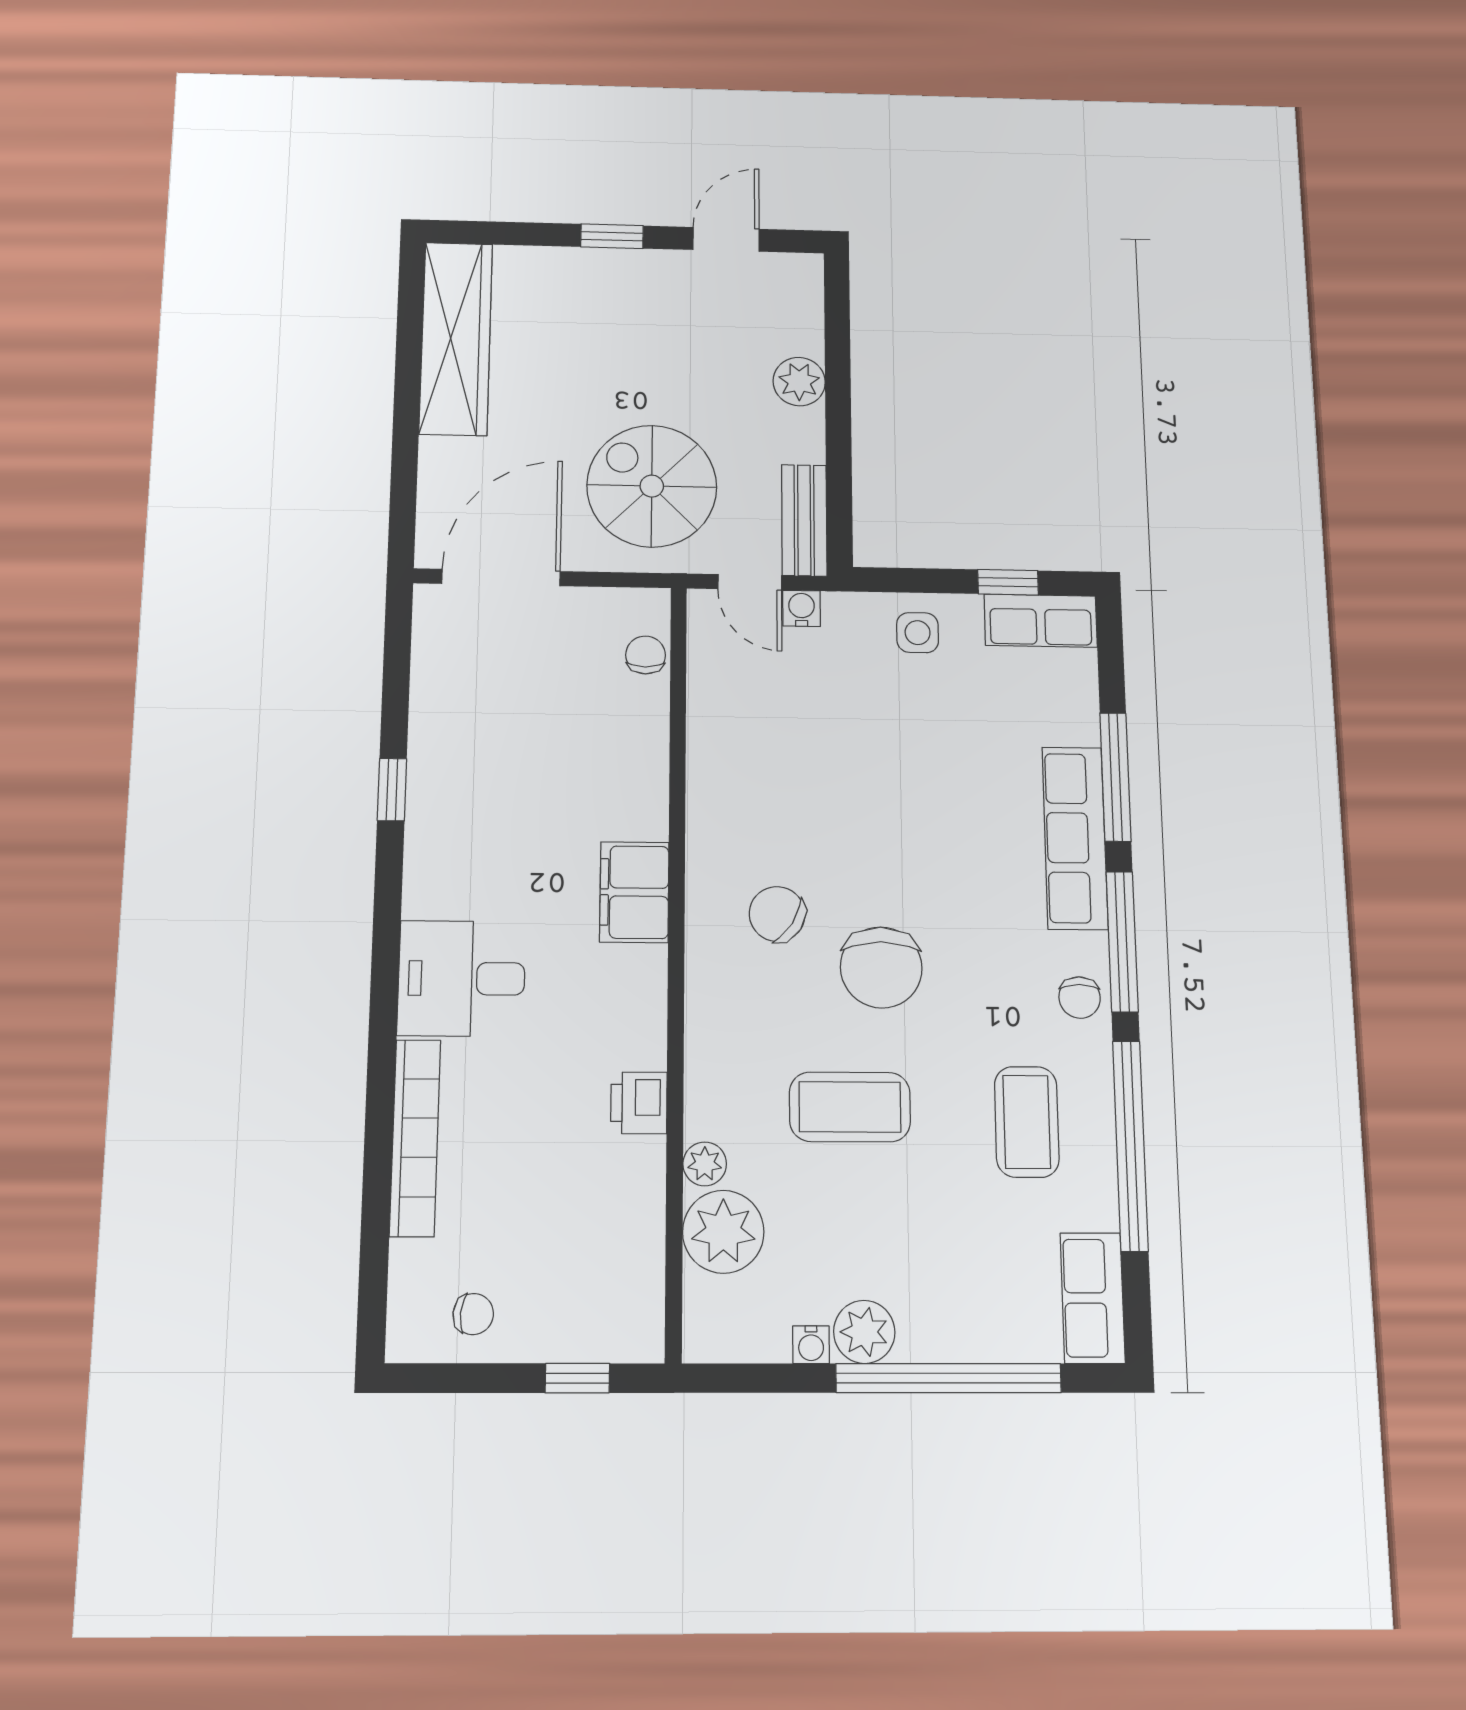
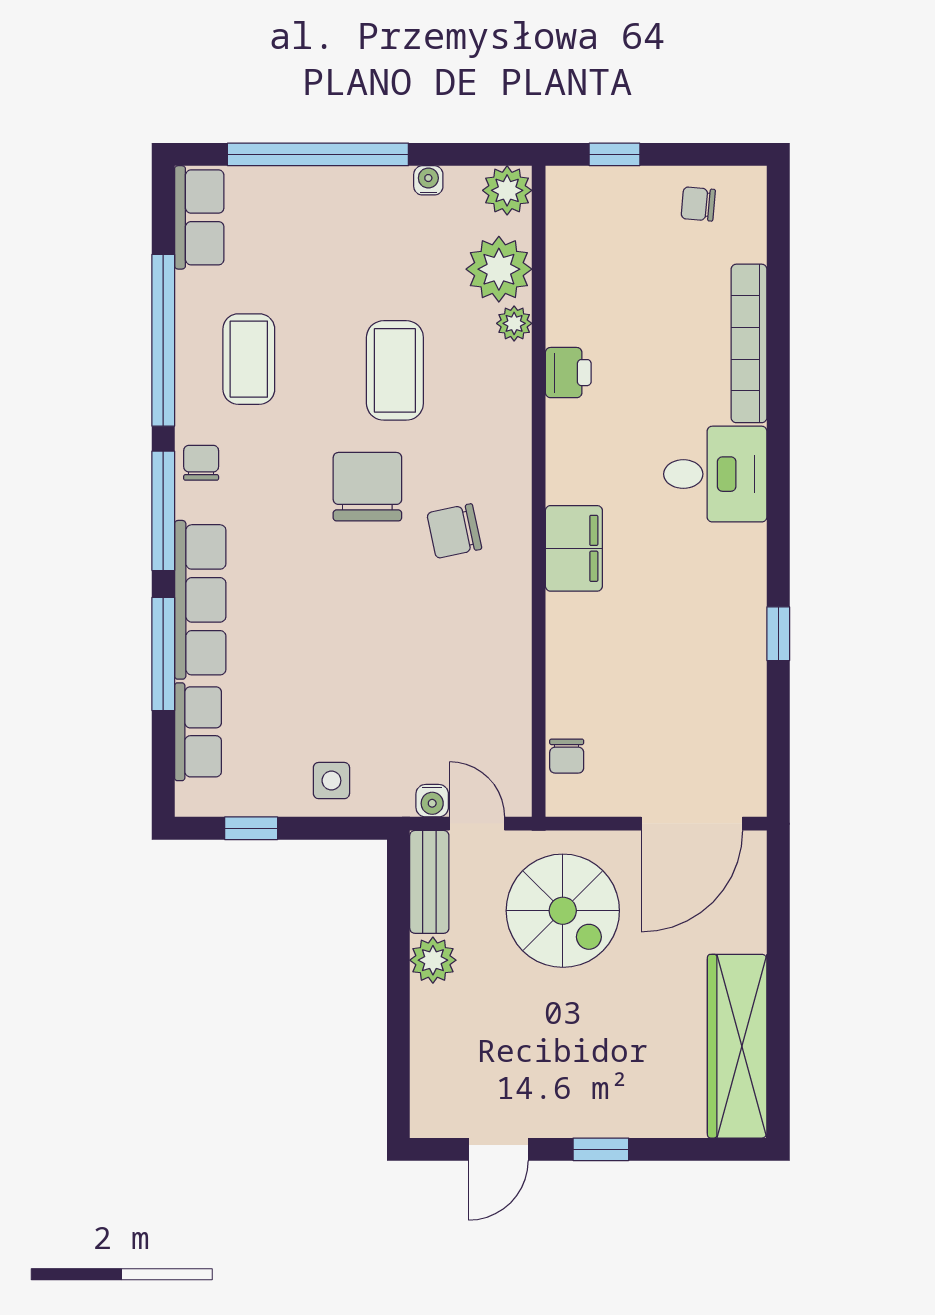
plant: (799, 382) -> (433, 960), moved
row of seats: (1041, 621) -> (198, 732), moved, turned 90
chair: (777, 914) -> (454, 531), turned 136
coffee table: (850, 1107) -> (395, 370), turned 90
plant: (864, 1332) -> (507, 190), moved

